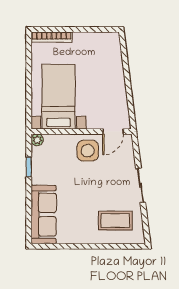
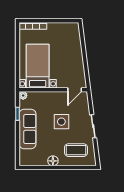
side table: (88, 151) -> (61, 122), moved
sofa: (44, 215) -> (27, 129), moved
floor lamp: (81, 236) -> (53, 161), added

